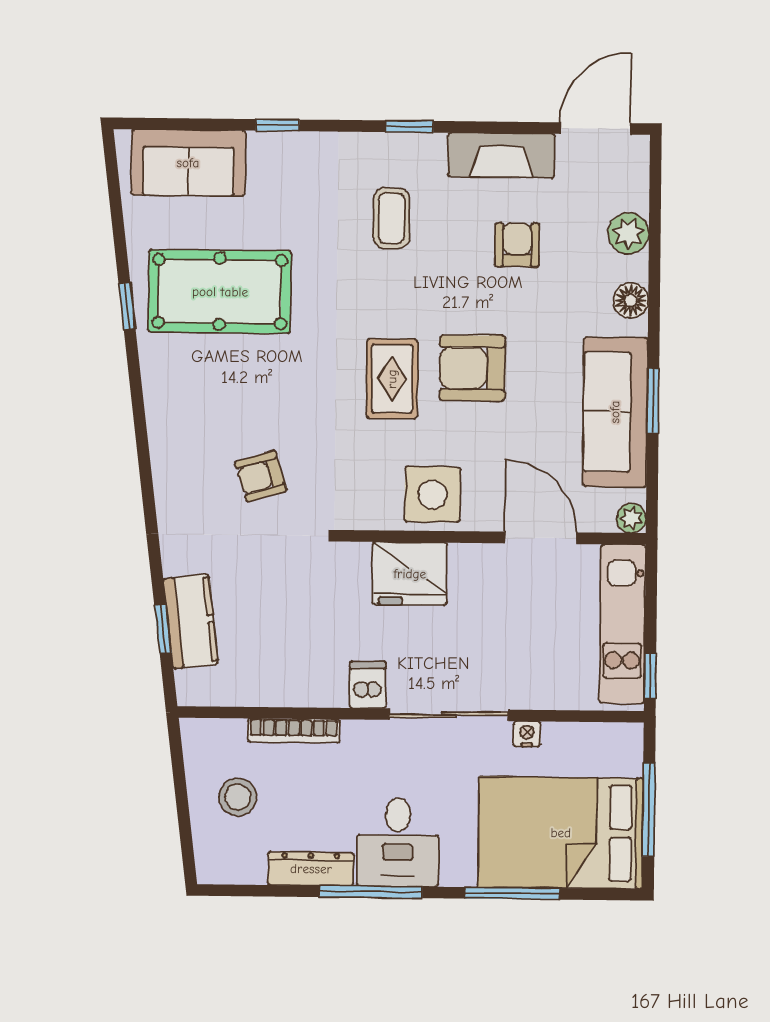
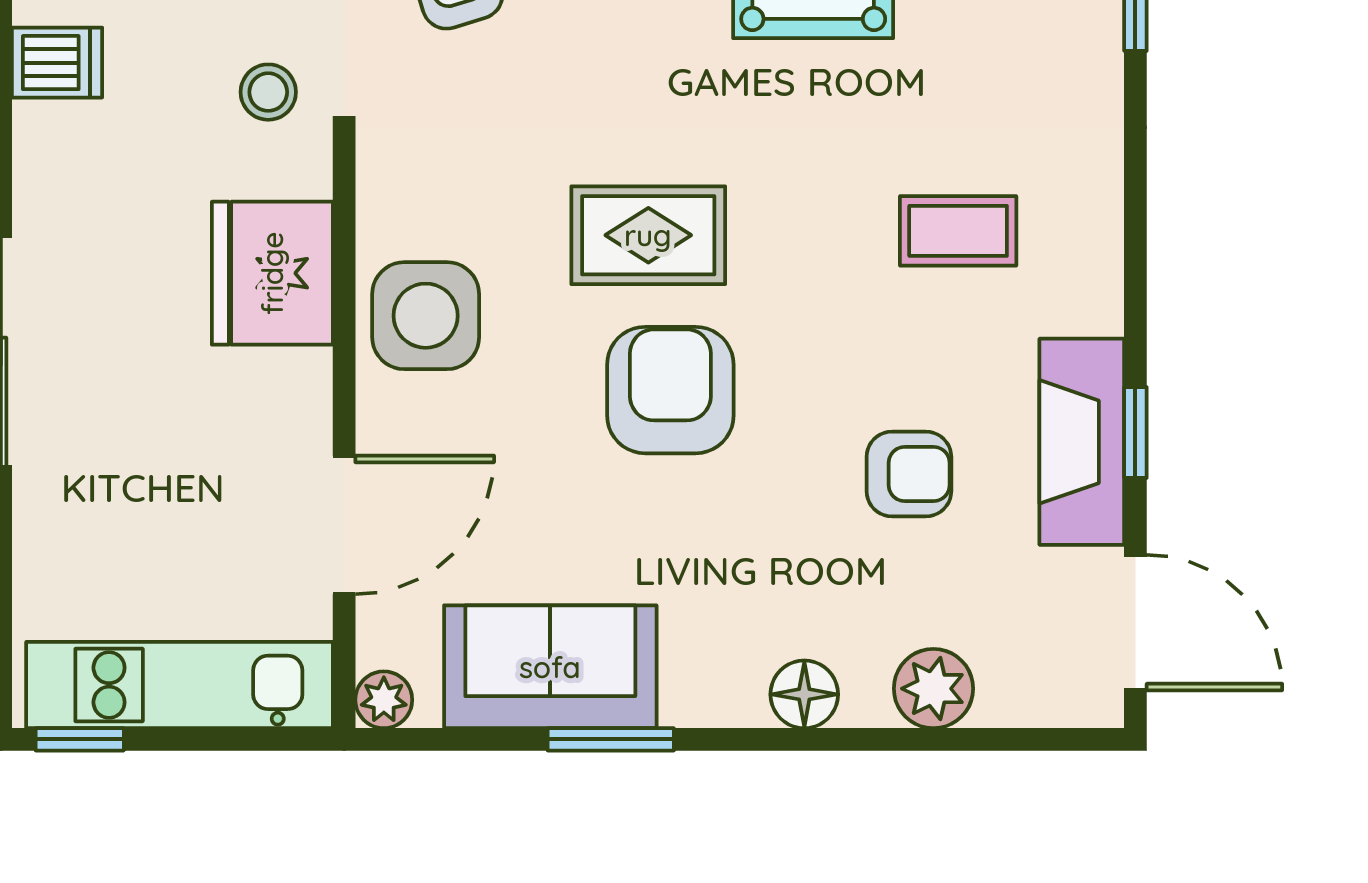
window: (410, 127) -> (1135, 433), moved
sofa: (615, 412) -> (550, 667), width x0.73
stool: (316, 575) -> (268, 92), added
dishwasher: (368, 685) -> (57, 63), moved

